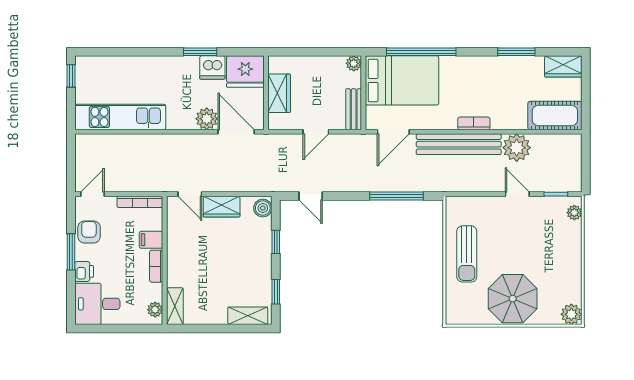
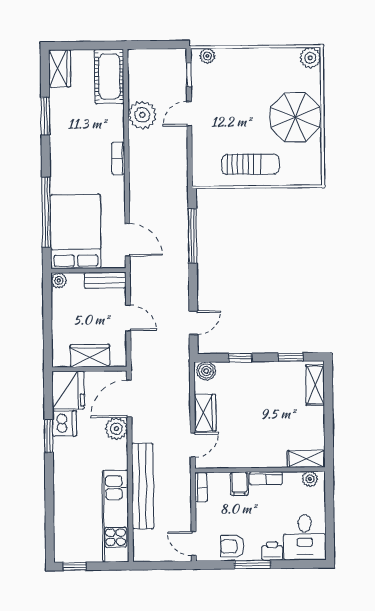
bench: (459, 144) -> (143, 486), moved
bookcase: (140, 202) -> (201, 487), width x0.64

